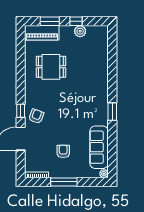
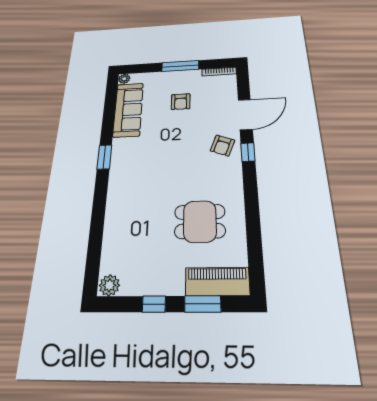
plant: (80, 31) -> (109, 285), moved

